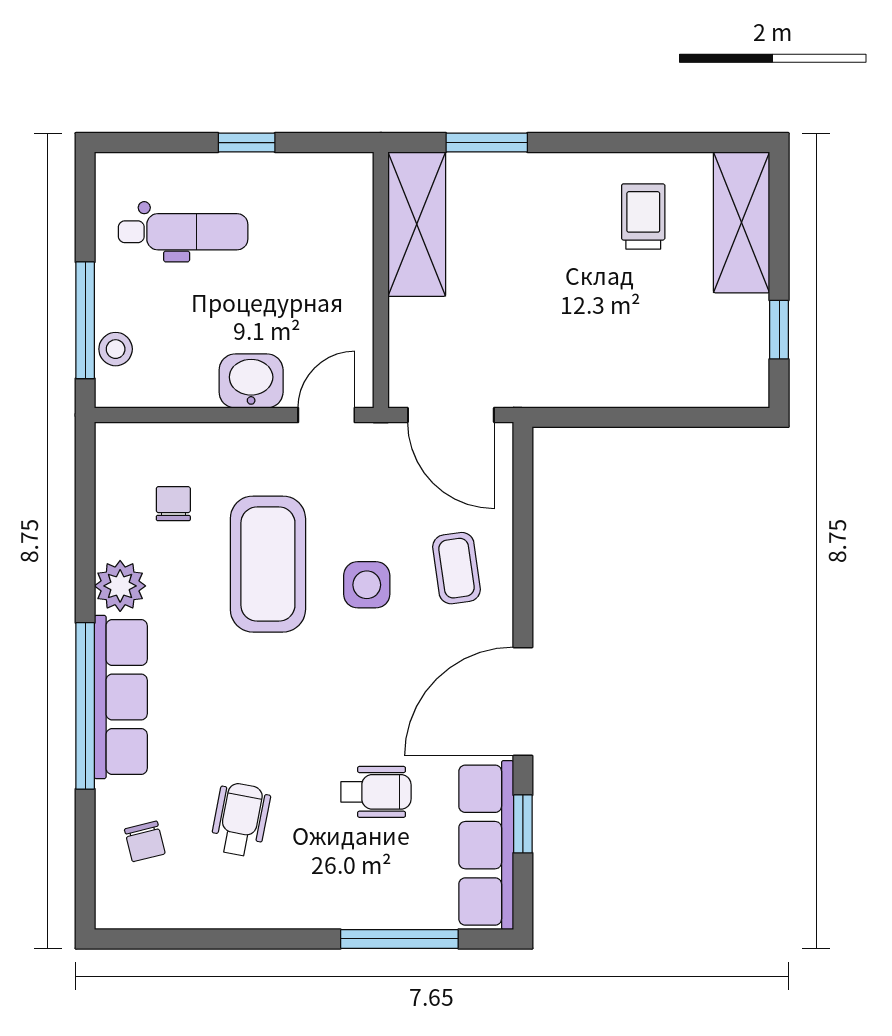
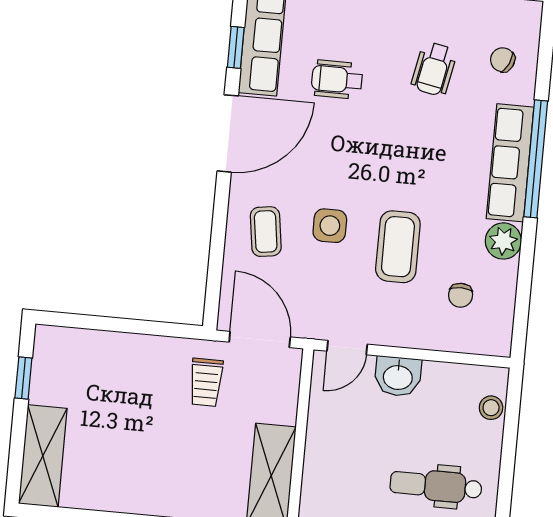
trolley: (643, 217) -> (206, 382), moved
window: (85, 320) -> (511, 430), removed
coffee table: (268, 564) -> (398, 247), width x0.73, depth x0.76
chair: (145, 841) -> (503, 60), turned -51

